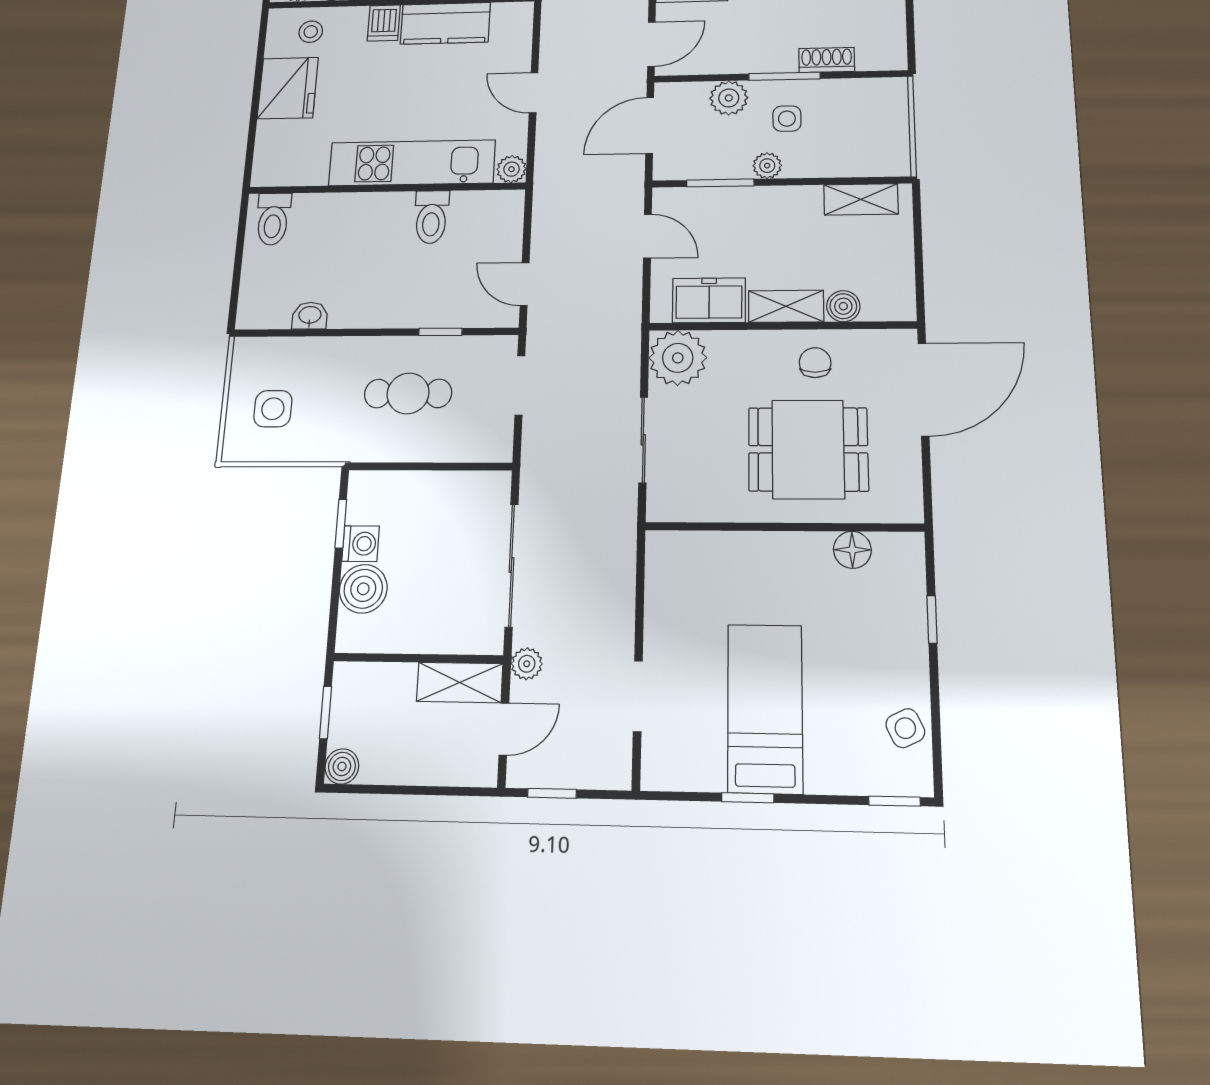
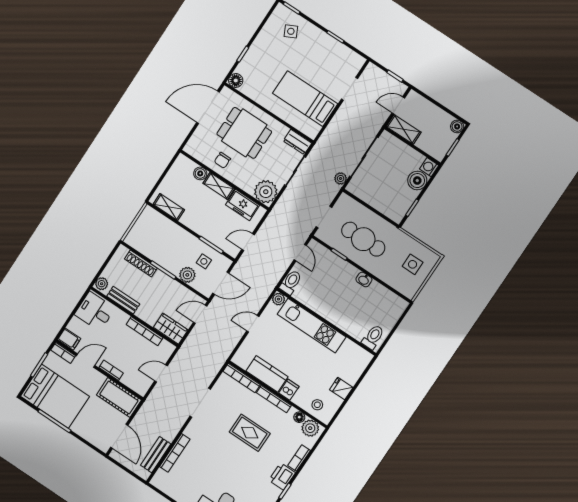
shoe rack: (827, 60) -> (141, 264), width x1.43
fridge: (288, 88) -> (341, 389), width x0.53, depth x0.75
door: (534, 93) -> (253, 324), swing flipped
side table: (787, 119) -> (204, 261), moved
plant: (767, 166) -> (191, 241), removed
toilet: (431, 217) -> (291, 282), moved
door: (647, 236) -> (248, 242), hinge flipped
washbasin: (310, 316) -> (364, 280), moved
door: (924, 389) -> (208, 107), moved
cafe table: (408, 393) -> (363, 239), width x1.37, depth x1.35
dresser: (679, 504) -> (297, 142), added
washing machine: (361, 544) -> (429, 167), moved
floor lamp: (852, 550) -> (236, 80), moved
plant: (527, 664) -> (341, 178), moved
bed: (765, 708) -> (305, 99), moved, turned 90
side table: (905, 728) -> (291, 31), moved

